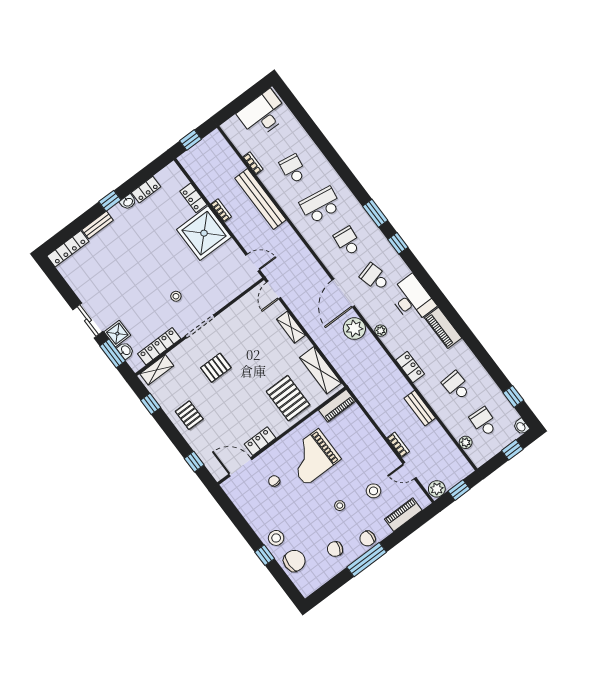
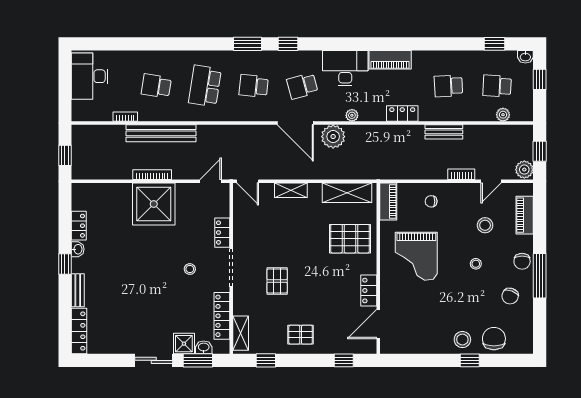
locker: (193, 198) -> (222, 233), moved, turned 90
bookcase: (221, 210) -> (152, 175), width x1.56
chair: (274, 481) -> (431, 201), moved

